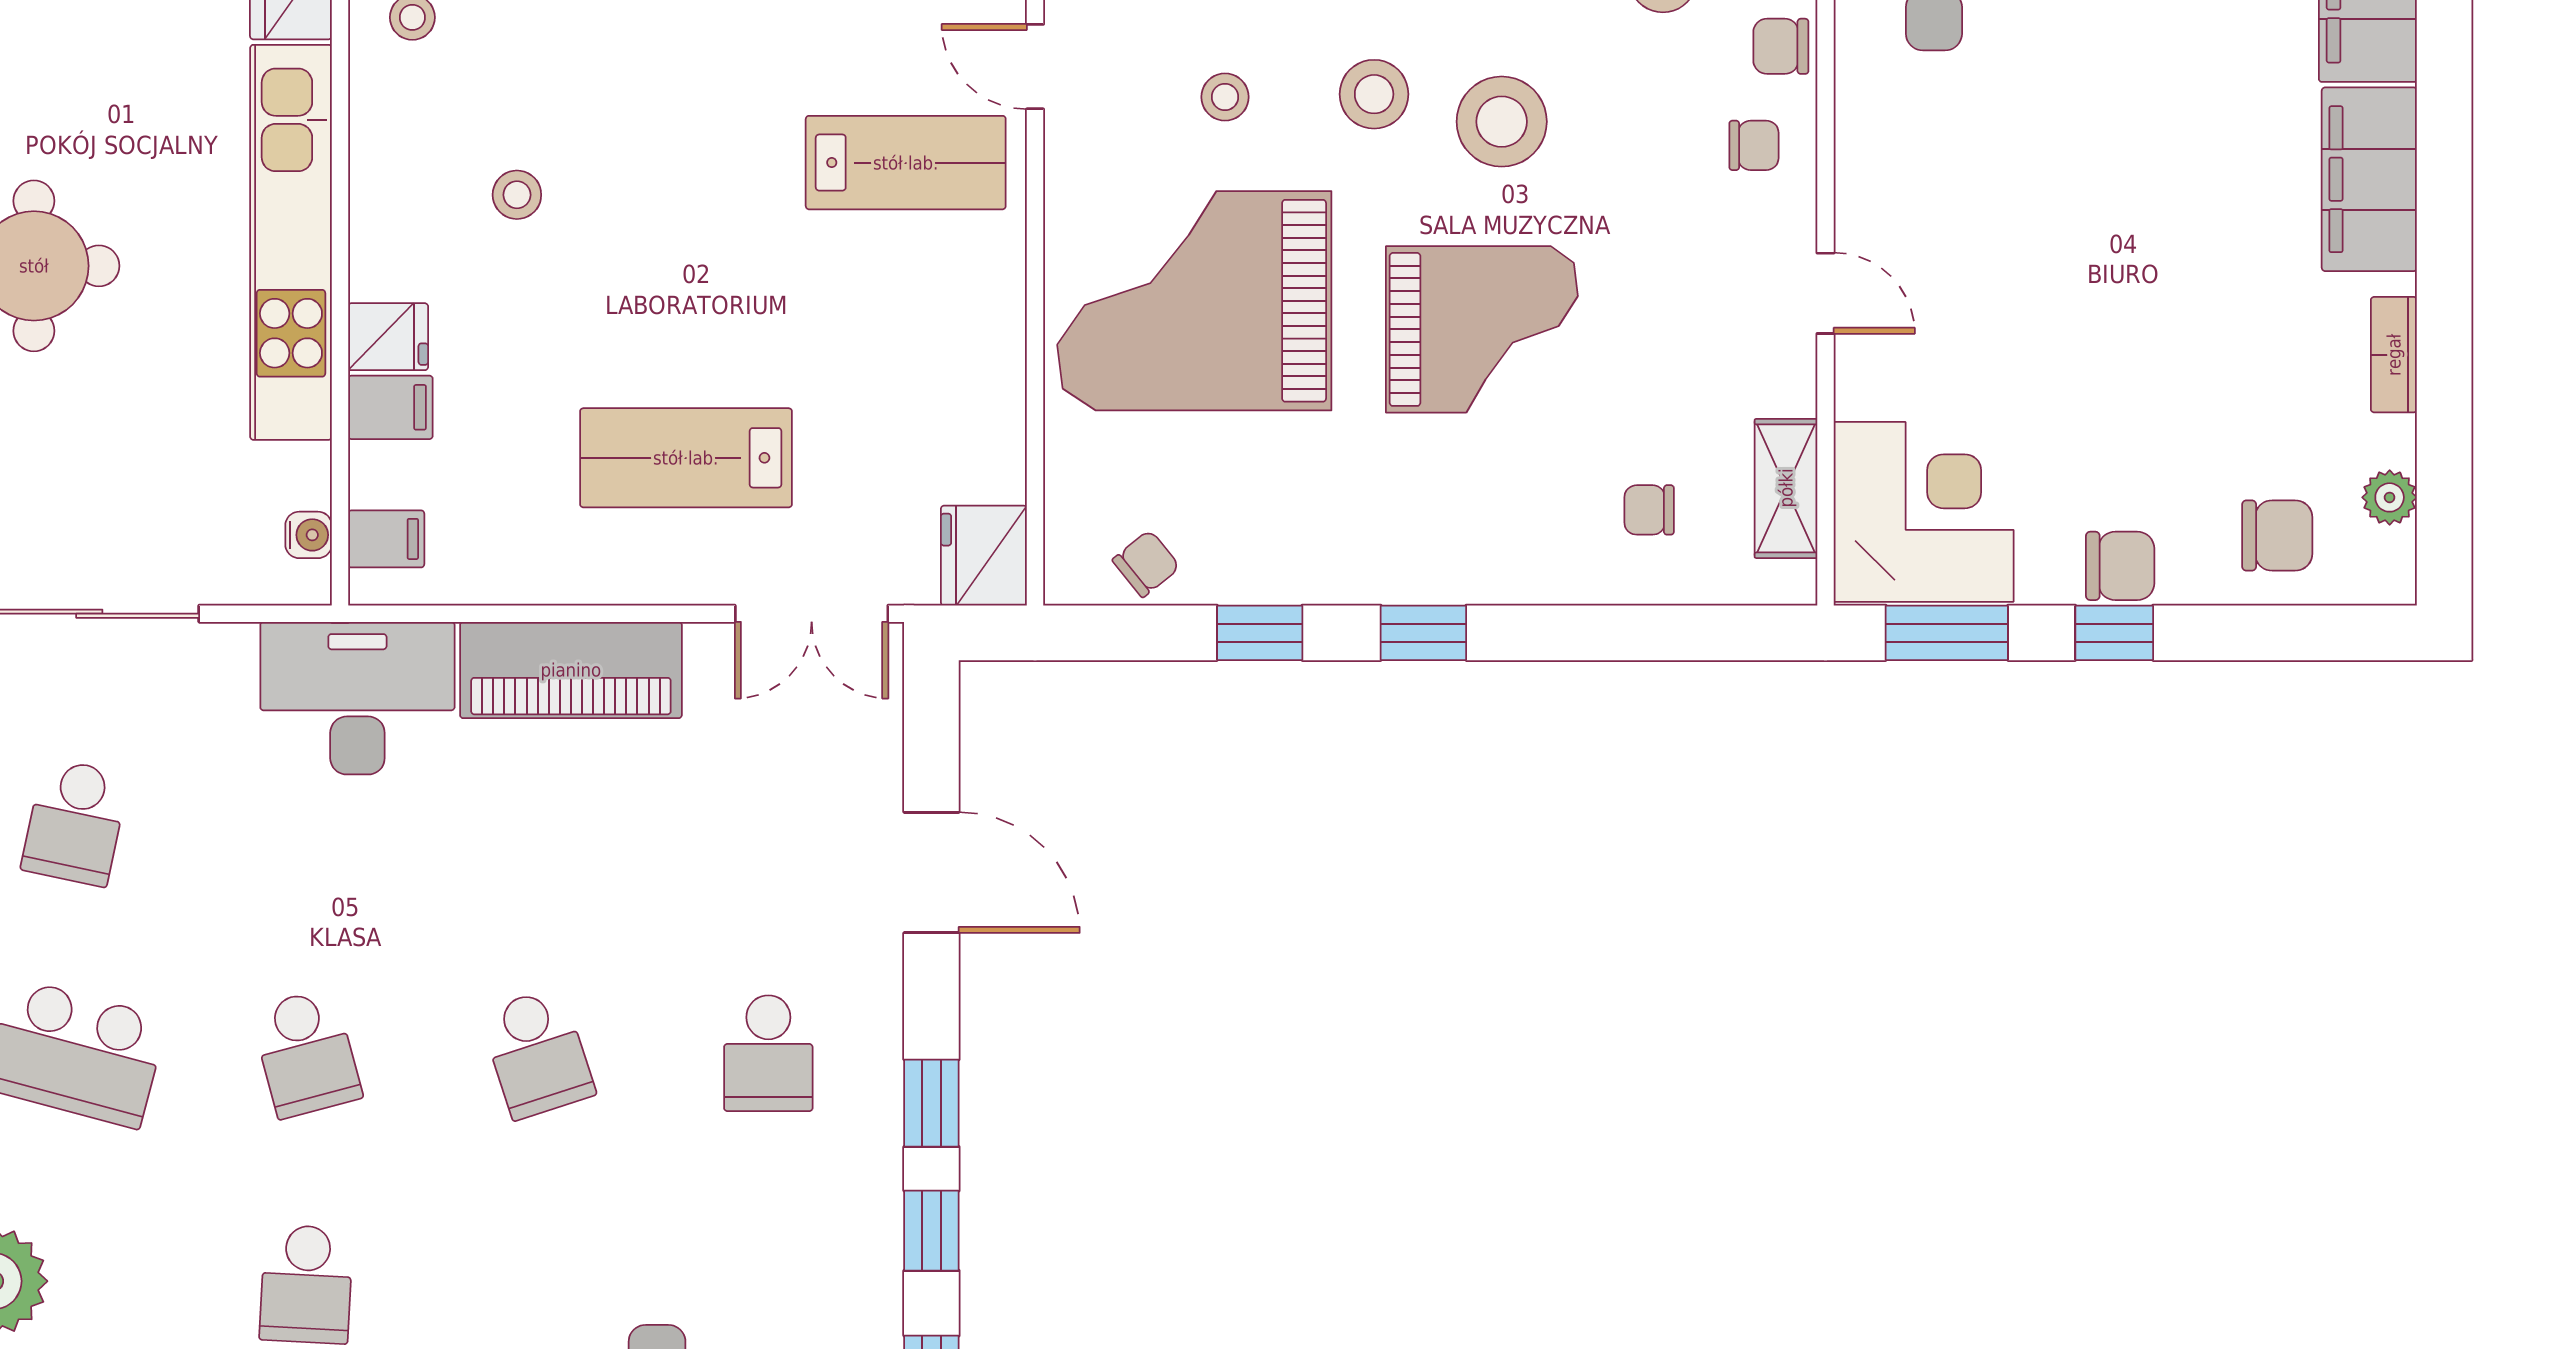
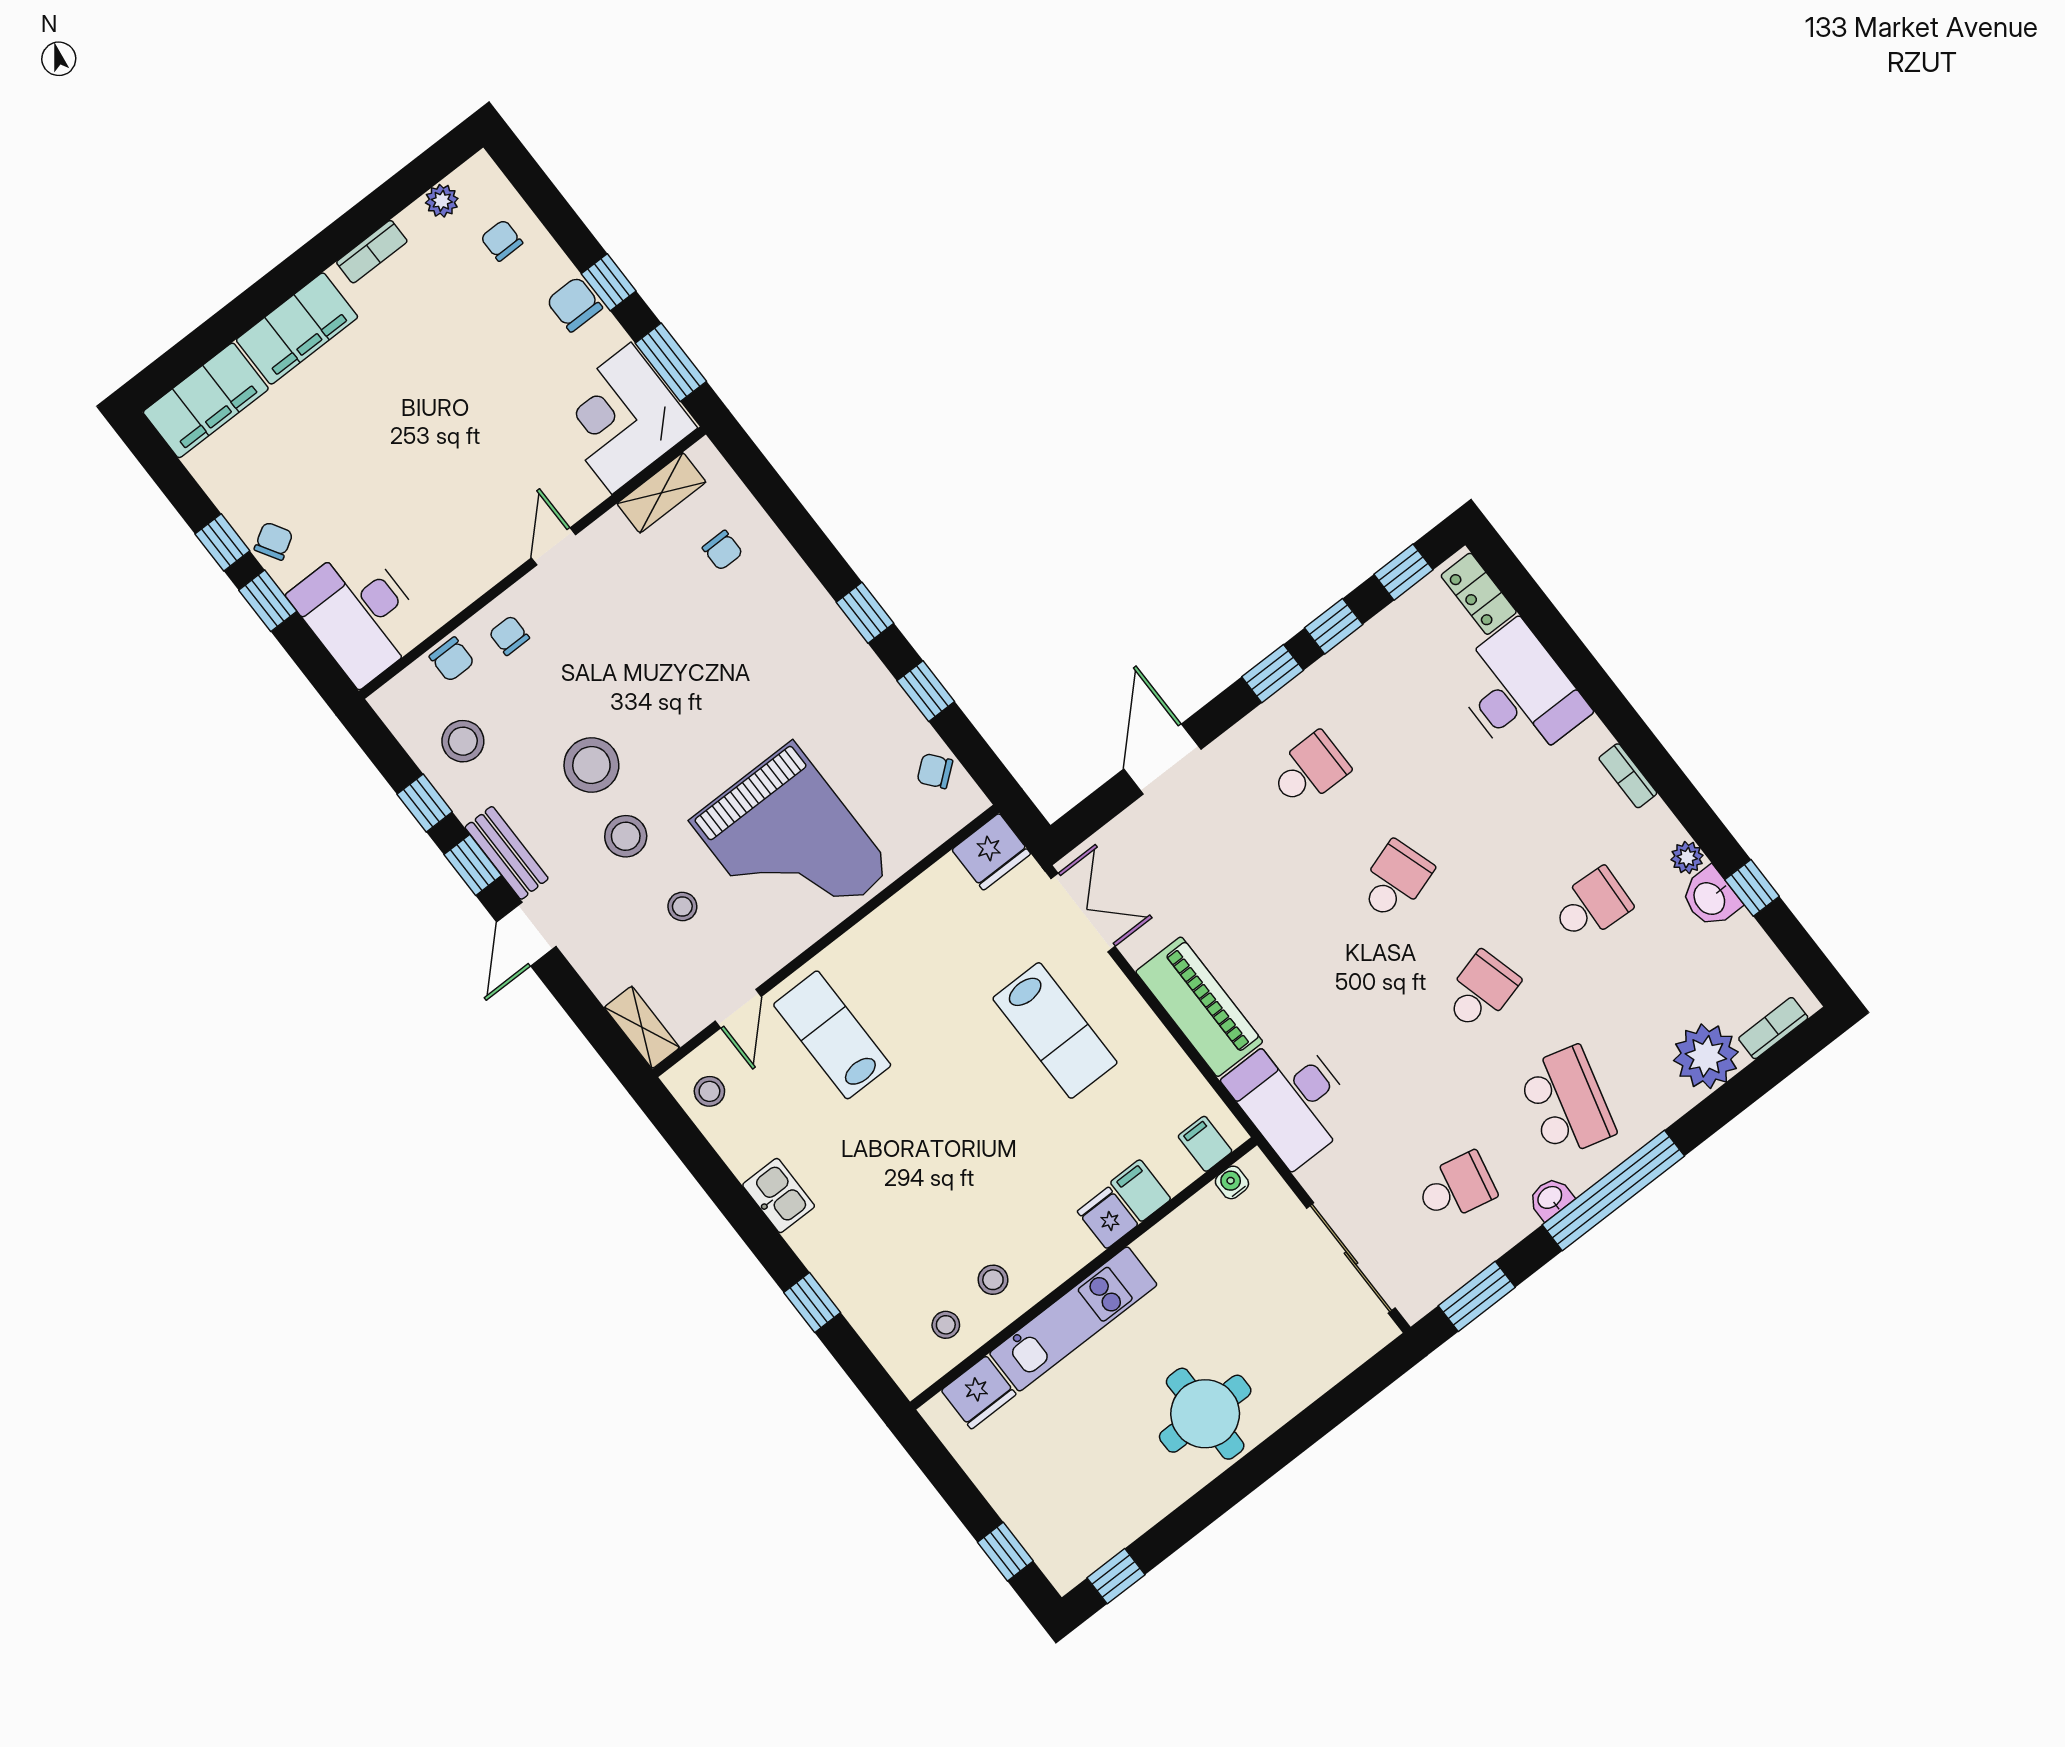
stool: (517, 195) -> (993, 1280), moved
kitchen unit: (291, 242) -> (1073, 1319), width x0.73
grand piano: (1482, 329) -> (698, 697), removed
chair: (2277, 536) -> (502, 240), width x0.73, depth x0.73

